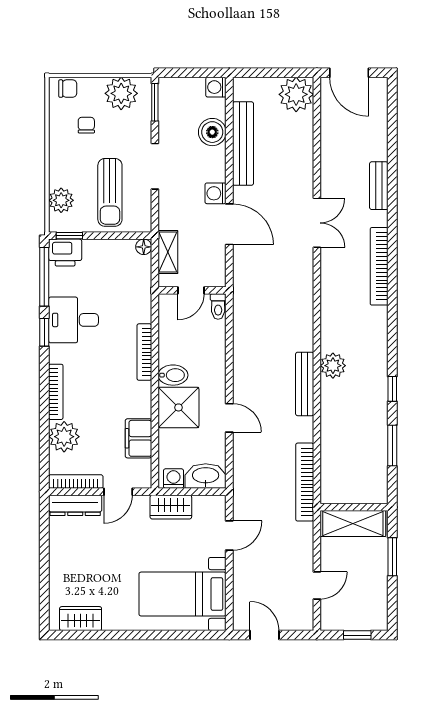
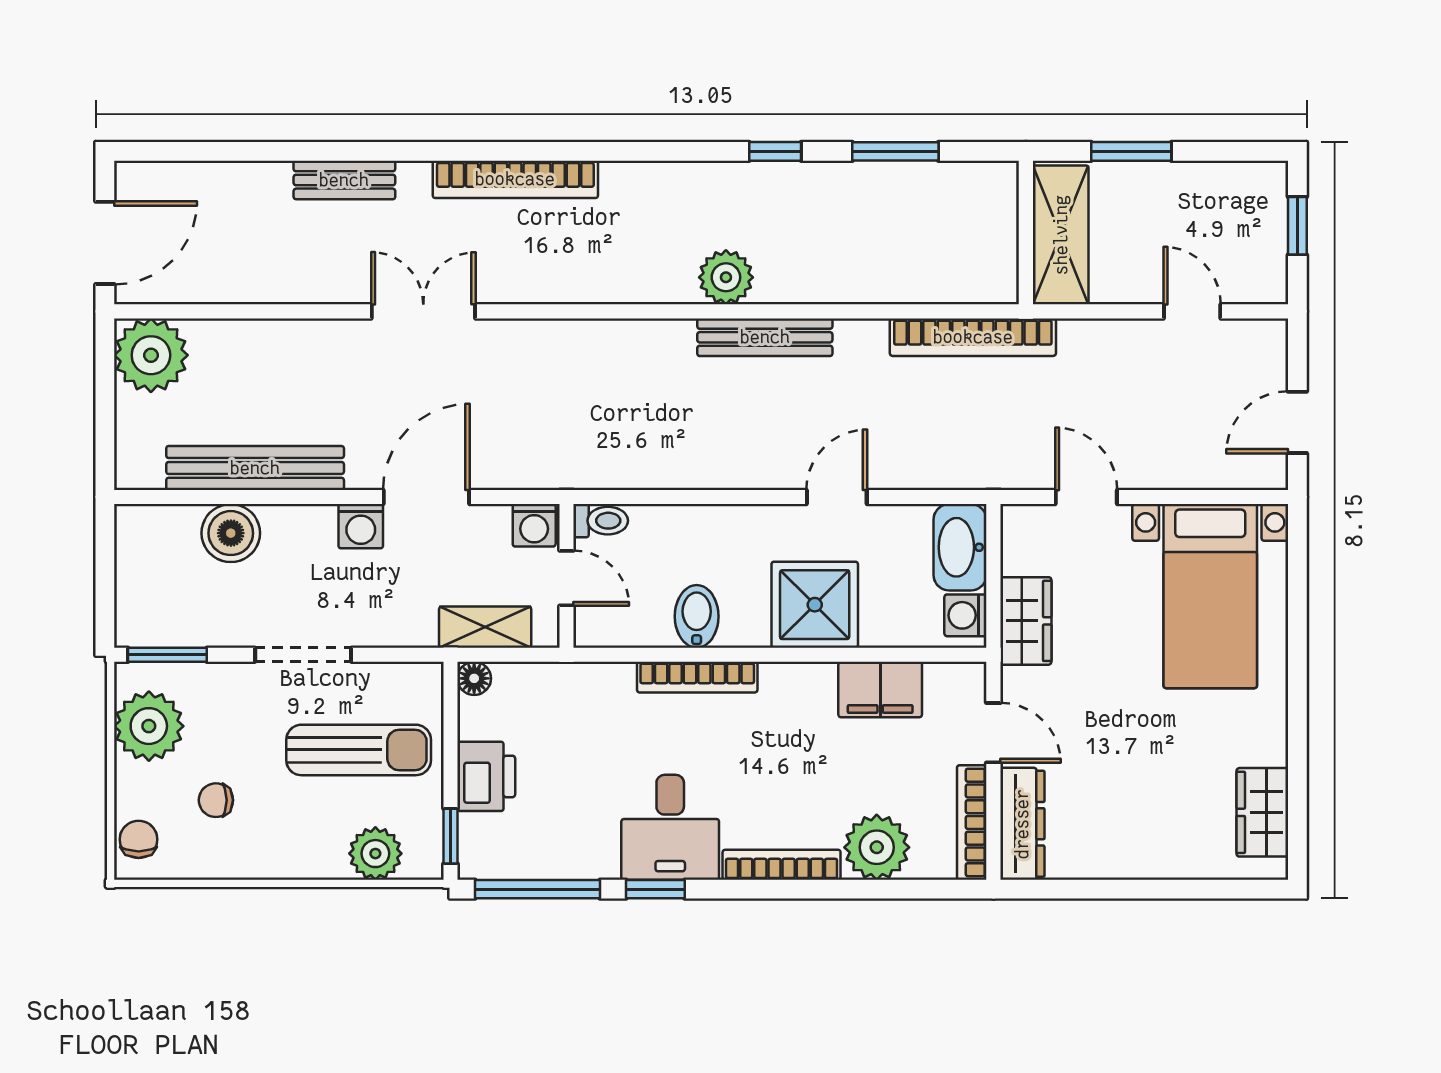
washing machine: (216, 87) -> (534, 525), moved
printer: (65, 253) -> (486, 776), moved
desk: (74, 320) -> (670, 827), moved
bidet: (173, 375) -> (697, 616), moved

